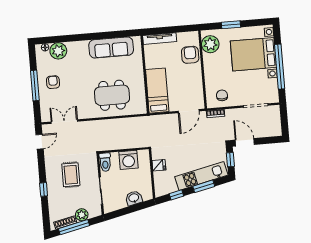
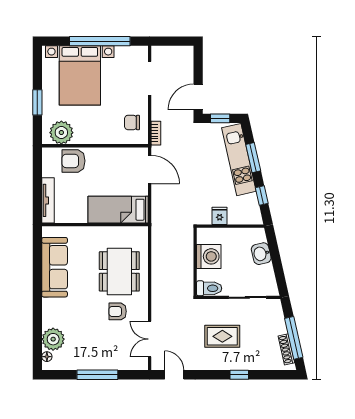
armchair: (53, 82) -> (118, 311), moved
plant: (82, 215) -> (278, 326), removed

